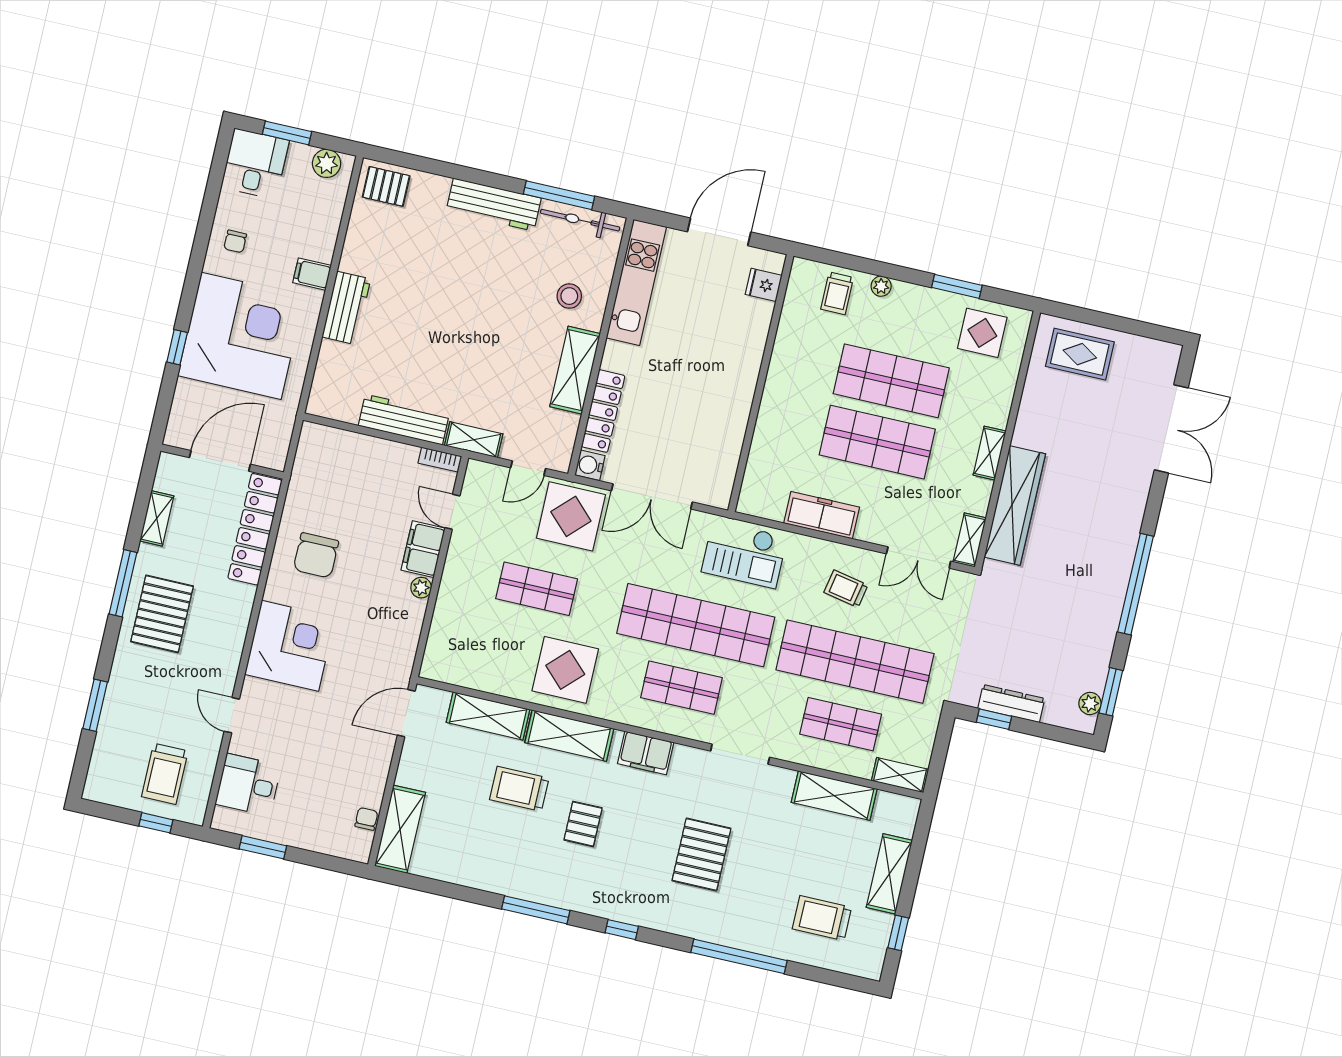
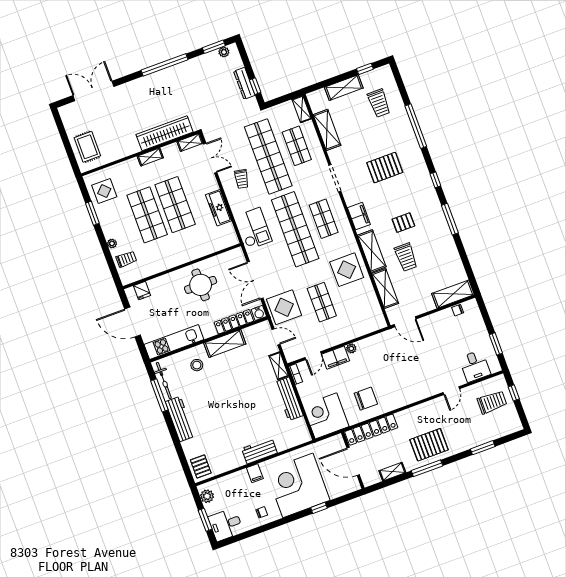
round table: (706, 395) -> (201, 285), added
double door: (652, 496) -> (255, 280), swing flipped
corner desk: (290, 646) -> (326, 416), moved

